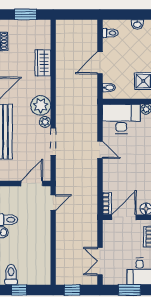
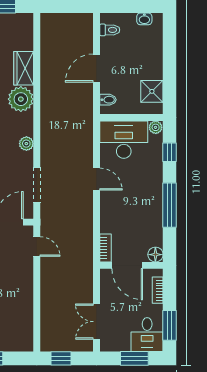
plant: (41, 105) -> (21, 99), moved
doorway: (53, 142) -> (37, 185), moved
door: (53, 203) -> (37, 247), hinge flipped
door: (124, 217) -> (127, 265), swing flipped

